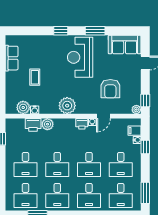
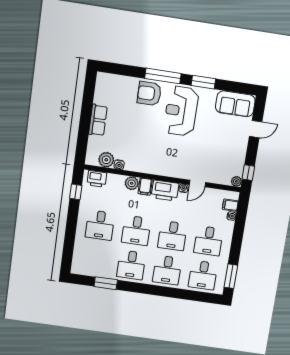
window: (61, 31) -> (163, 76), width x2.17
row of seats: (12, 58) -> (98, 120), moved
coffee table: (35, 77) -> (125, 127), removed
armchair: (110, 89) -> (149, 93), moved, turned 90
plant: (67, 106) -> (158, 165), removed
printer: (82, 124) -> (165, 191), width x1.87, depth x1.48
printer: (33, 125) -> (97, 179), moved
filing cabinet: (59, 125) -> (145, 187), added
window: (145, 147) -> (239, 225), removed
desk: (25, 195) -> (95, 260), removed

